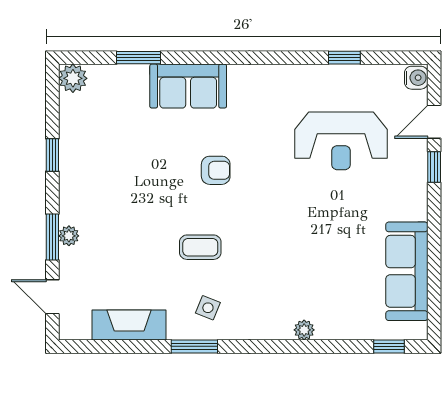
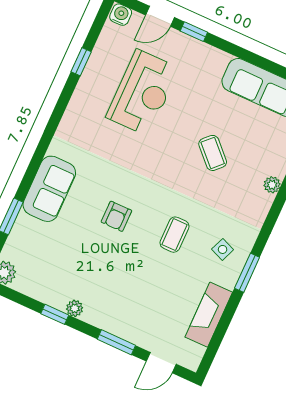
door: (434, 122) -> (160, 16), hinge flipped
armchair: (216, 170) -> (116, 216), moved, turned 180
plant: (69, 236) -> (75, 308), moved
coffee table: (310, 248) -> (213, 153), added

